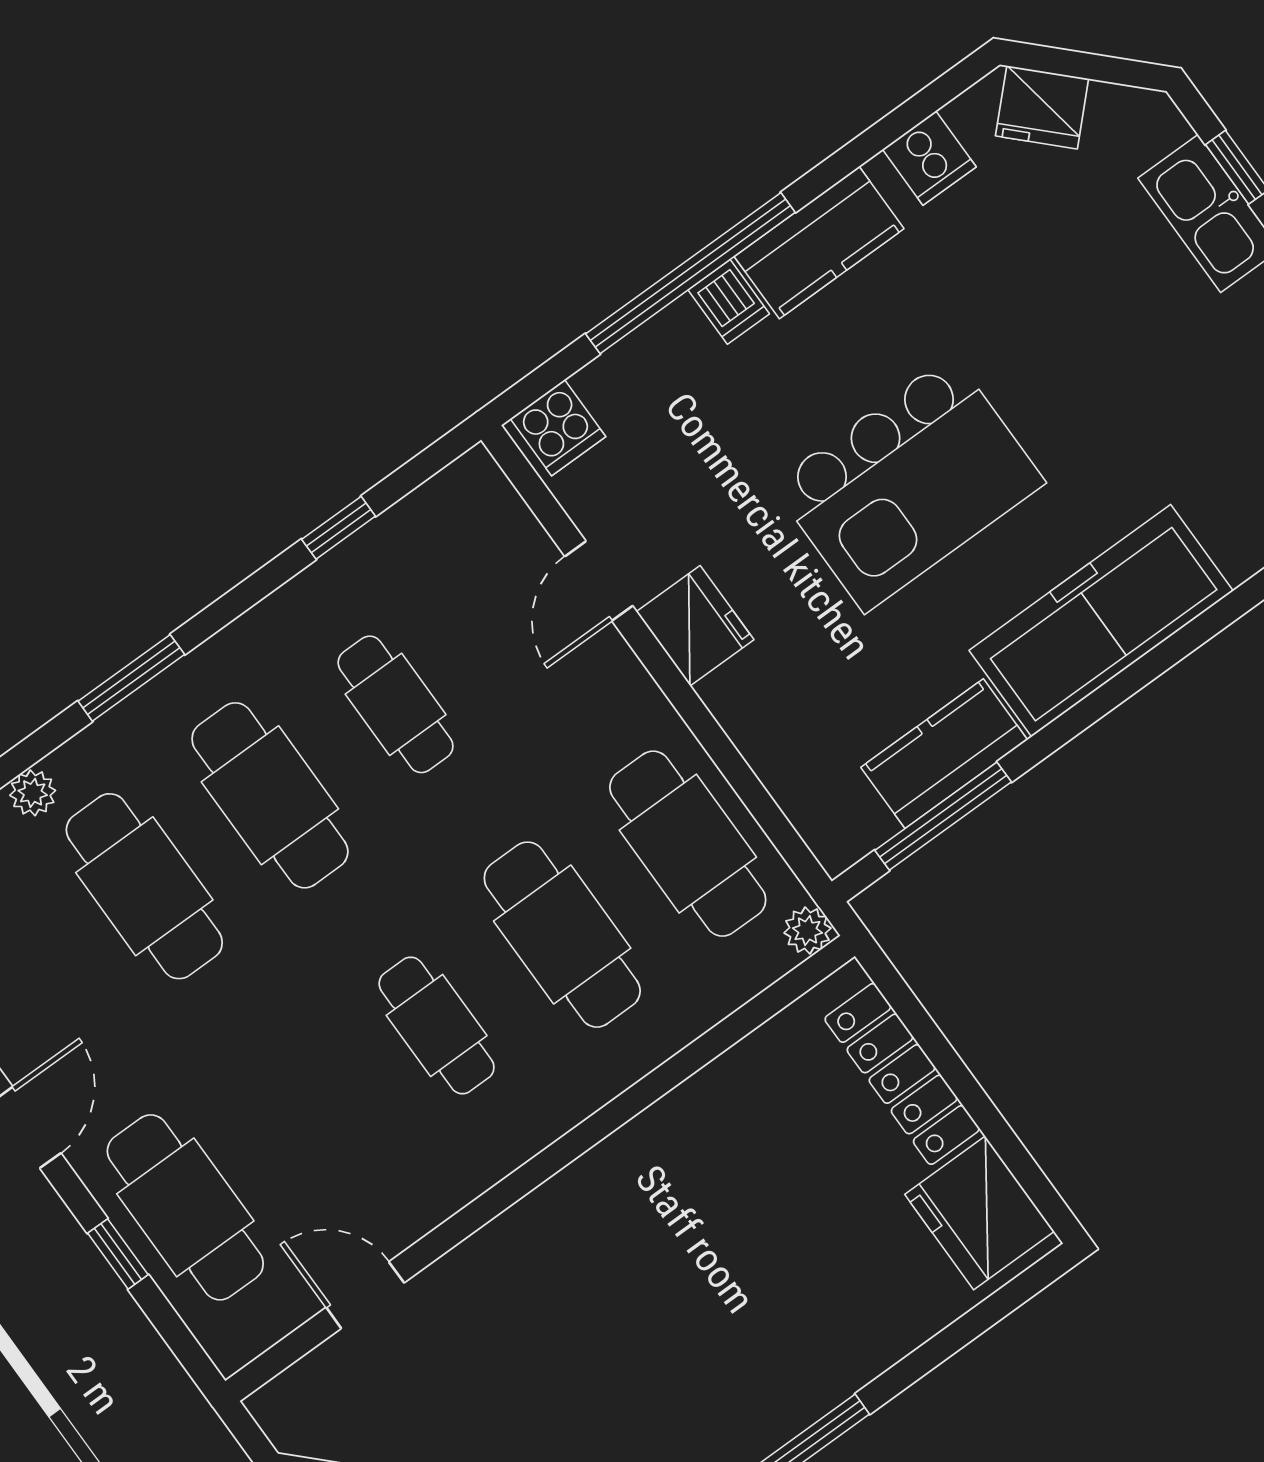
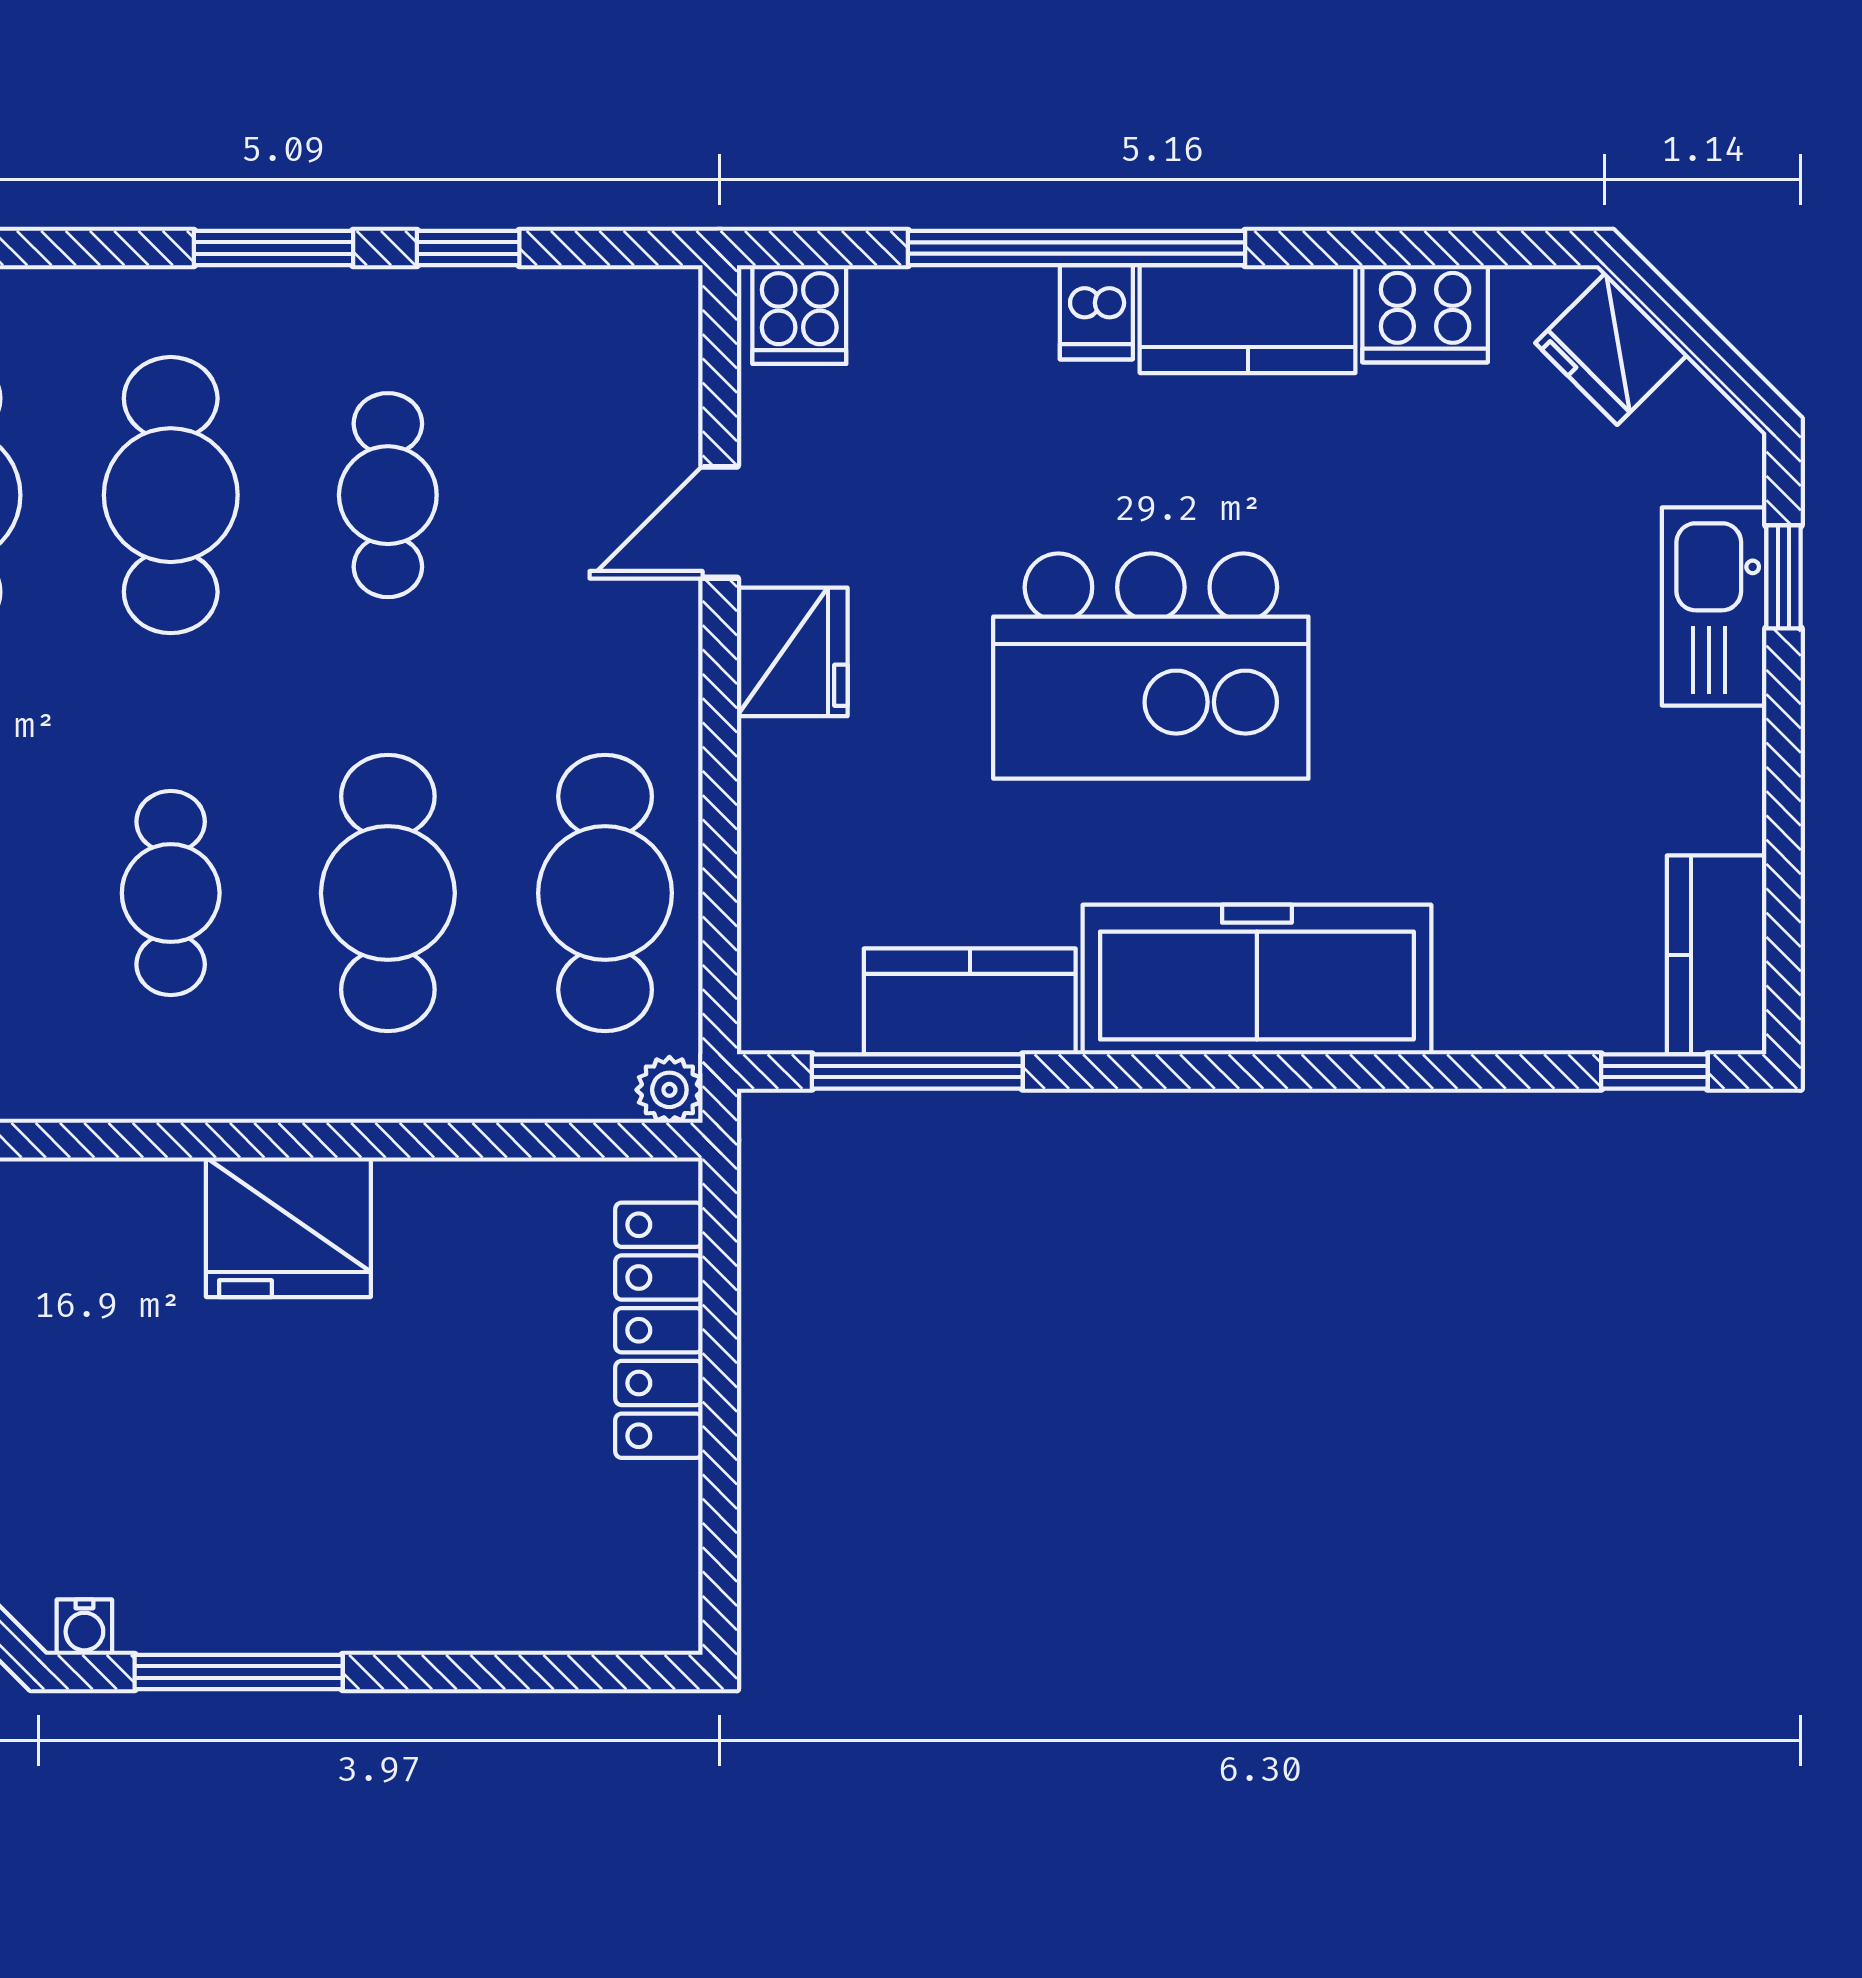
cooker: (929, 158) -> (1425, 314), width x1.36
window: (131, 678) -> (274, 248), moved
fridge: (980, 1213) -> (288, 1227), moved, turned -90

